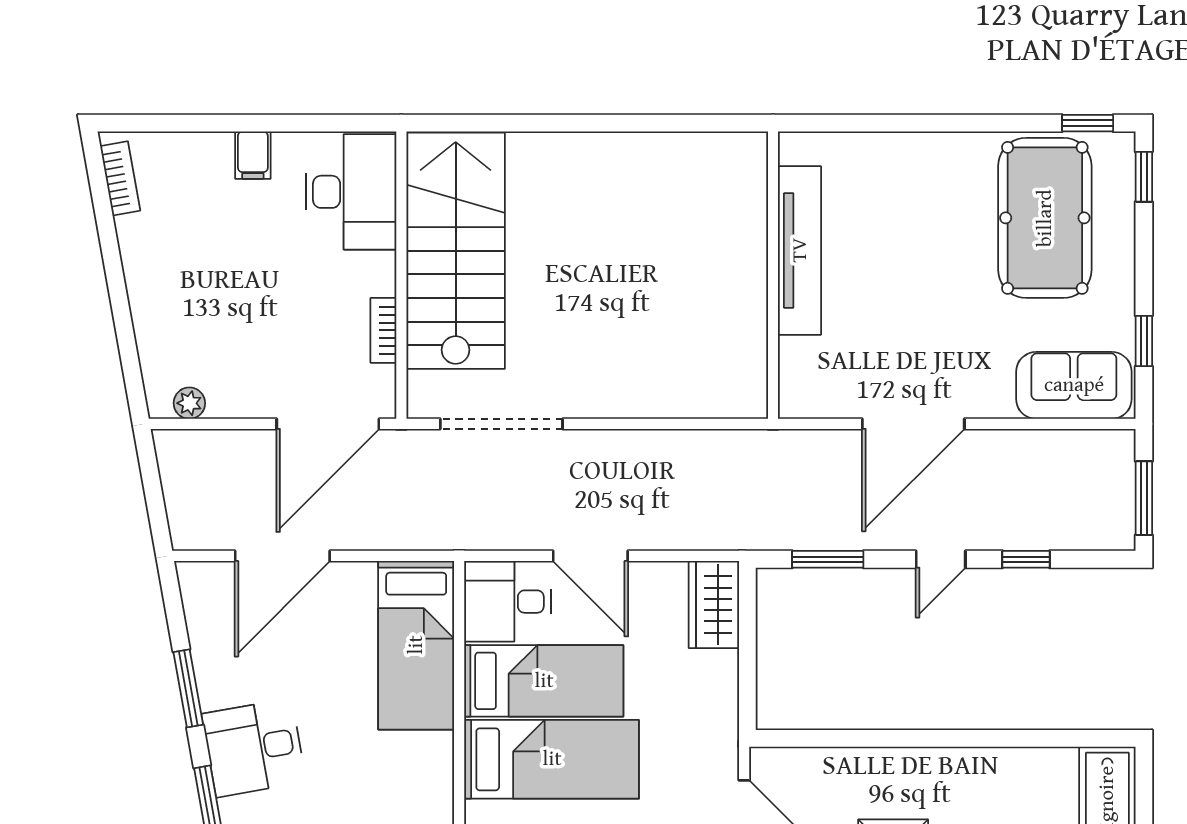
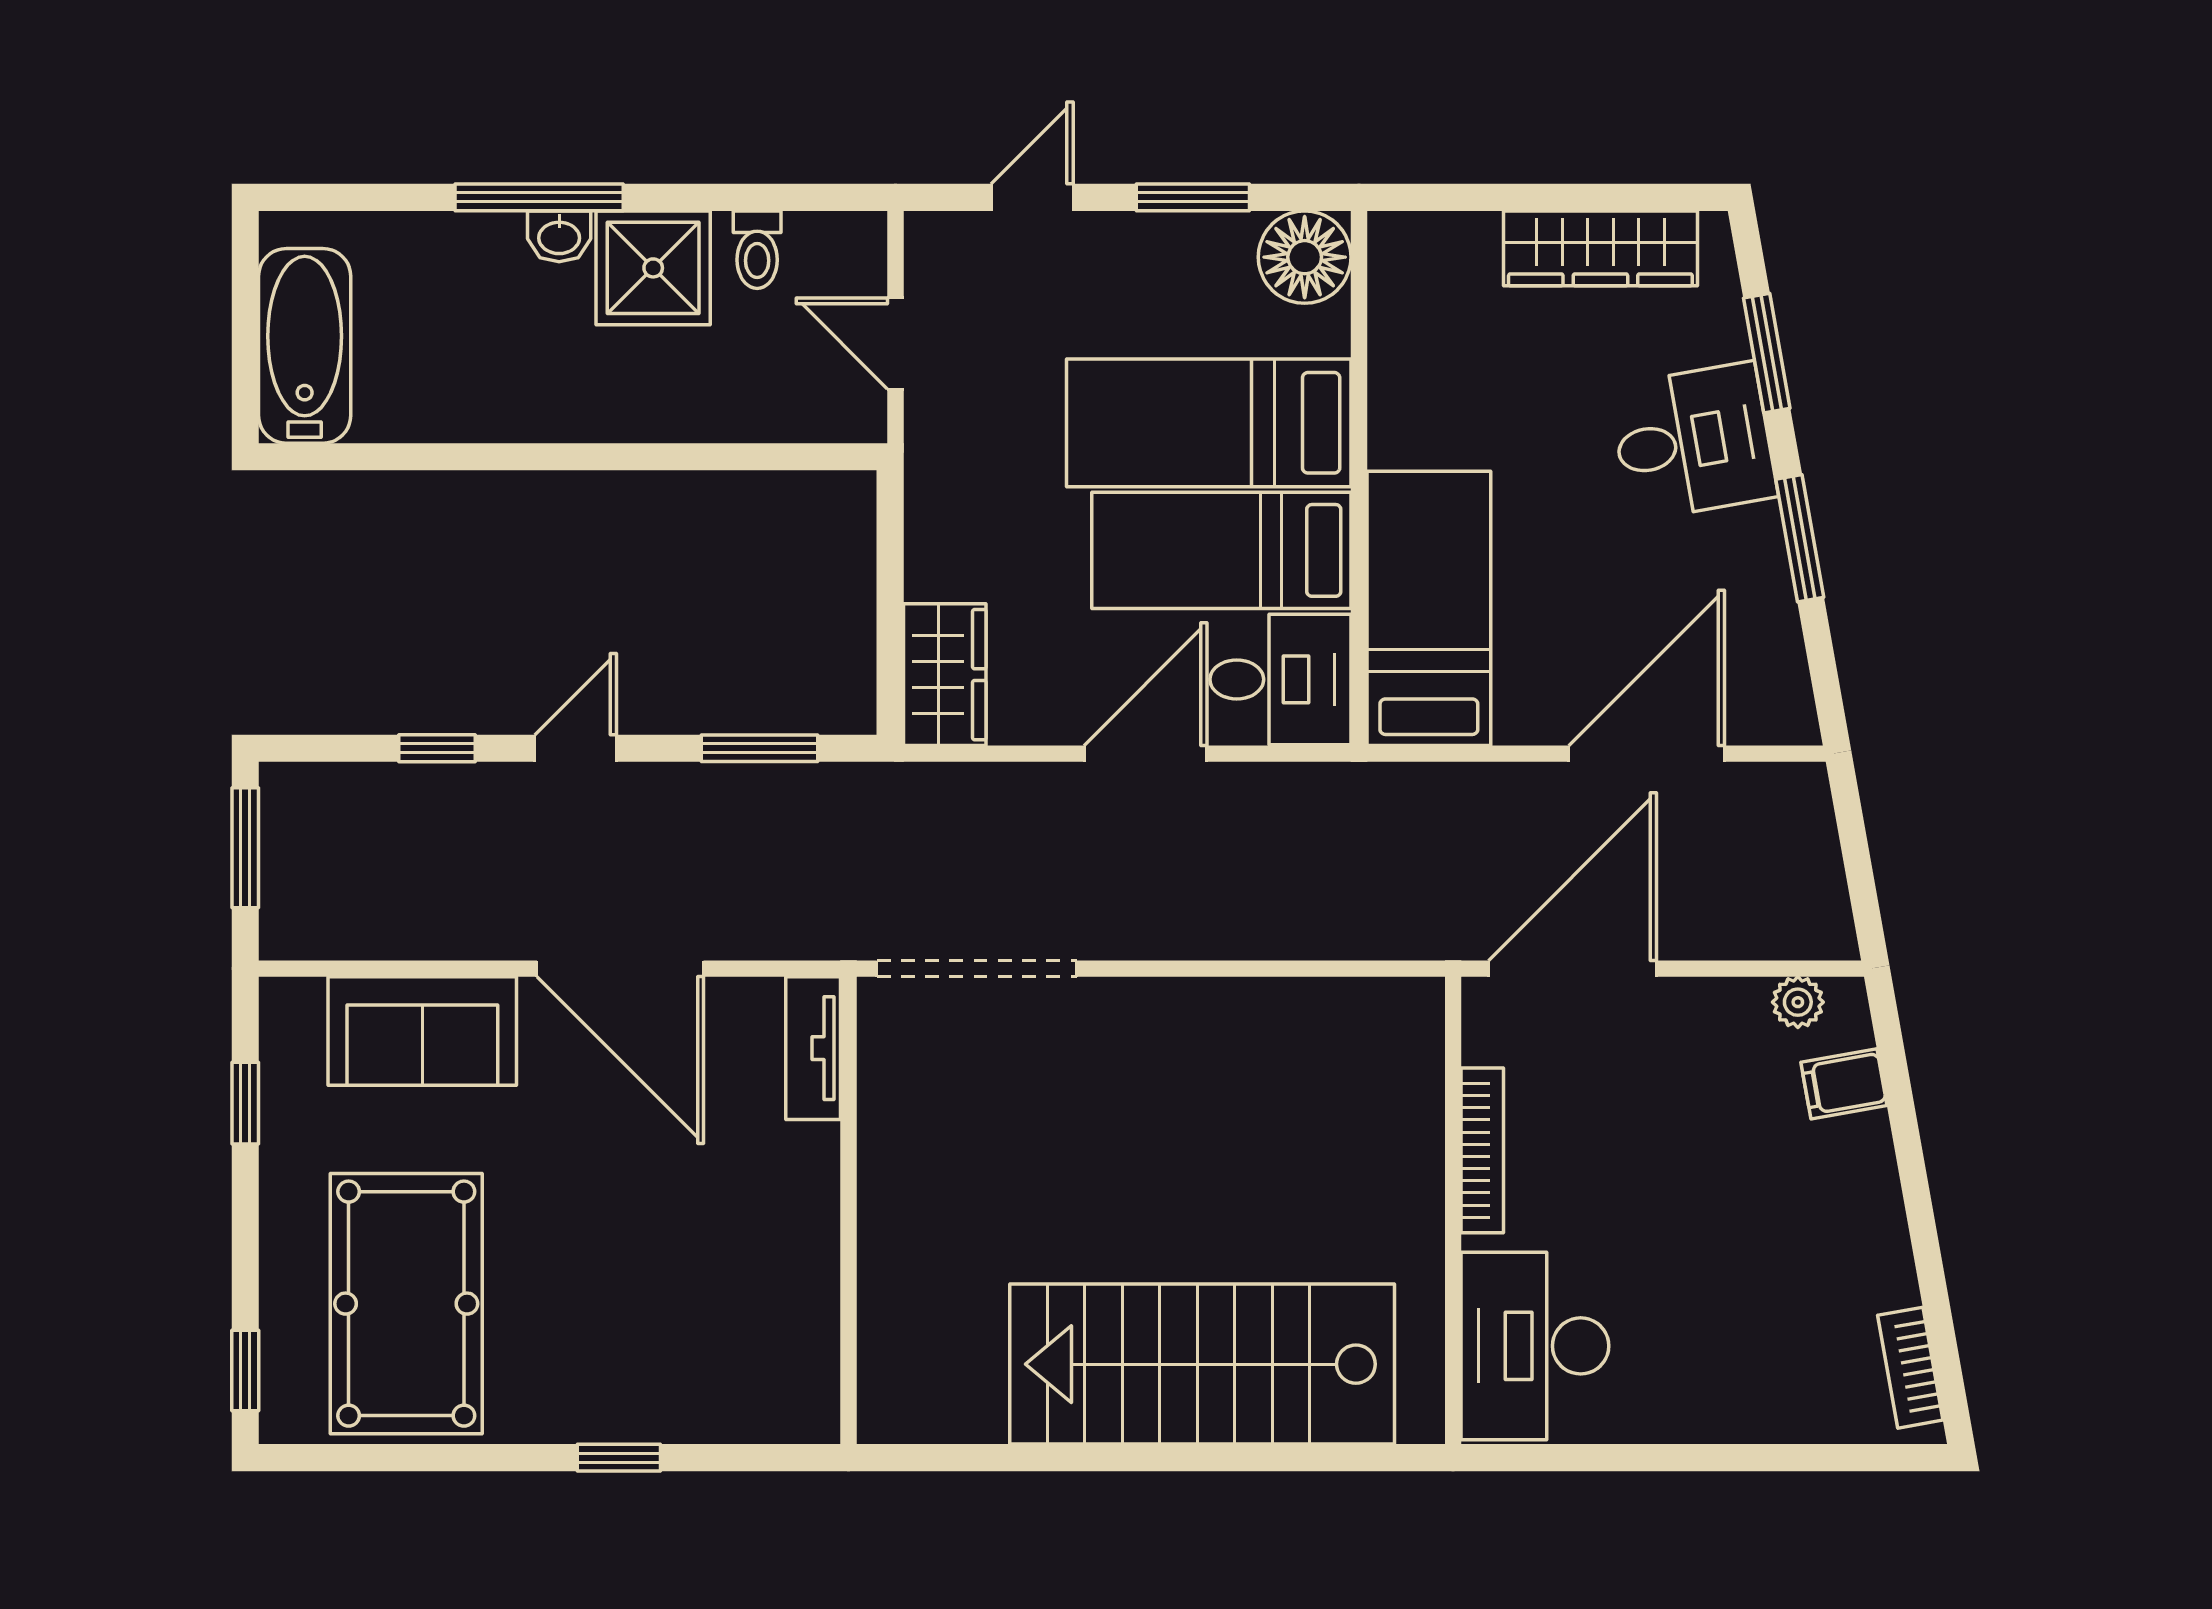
window: (1088, 123) -> (619, 1458), moved
filing cabinet: (253, 155) -> (1844, 1084), moved, turned -100
tv unit: (800, 250) -> (813, 1048), moved, width x0.52, depth x0.78
stairs: (456, 251) -> (1202, 1364), moved, turned 90
bookcase: (383, 330) -> (1482, 1150), width x1.56
sofa: (1074, 385) -> (422, 1031), moved
doorway: (501, 424) -> (977, 969), moved
door: (913, 424) -> (620, 969), swing flipped
door: (590, 556) -> (1146, 754), hinge flipped

